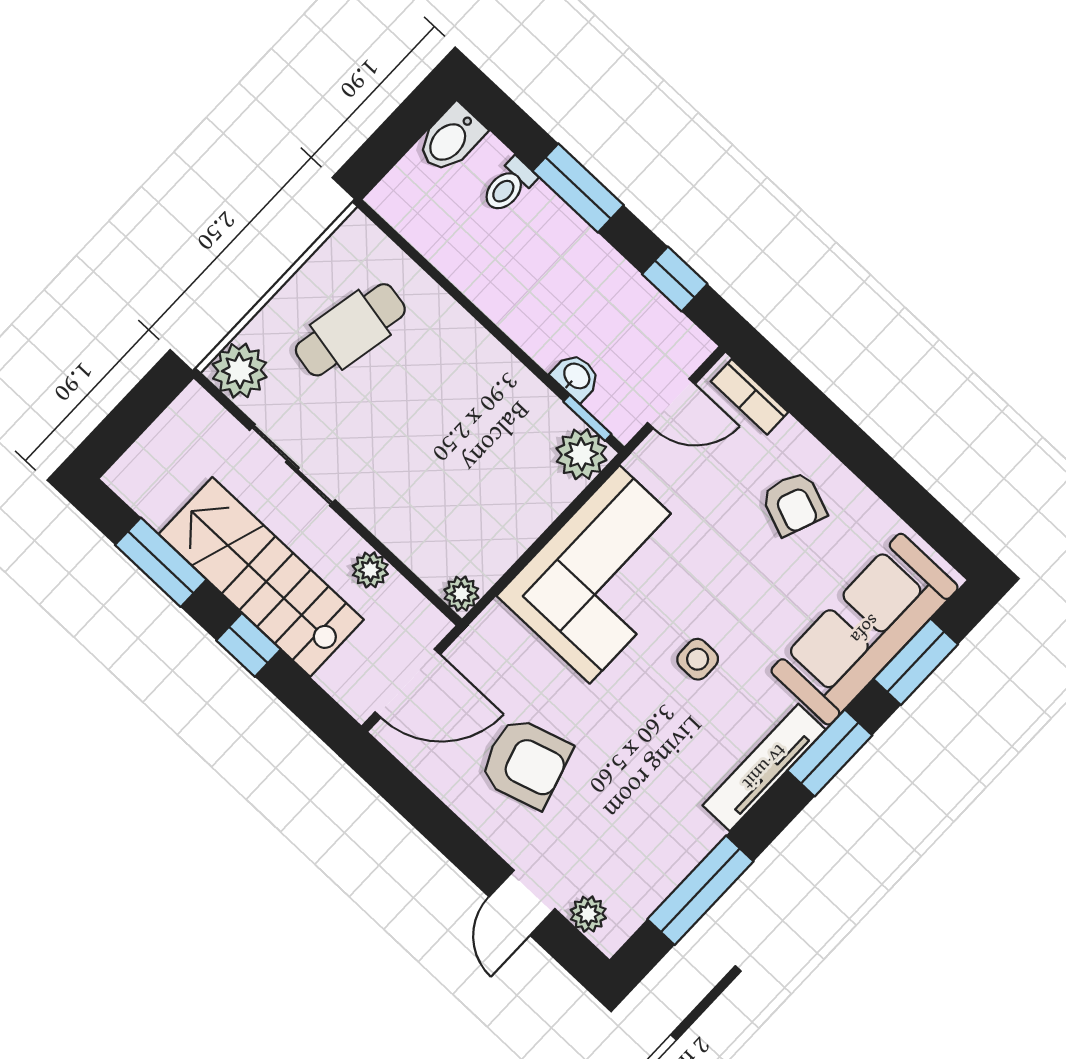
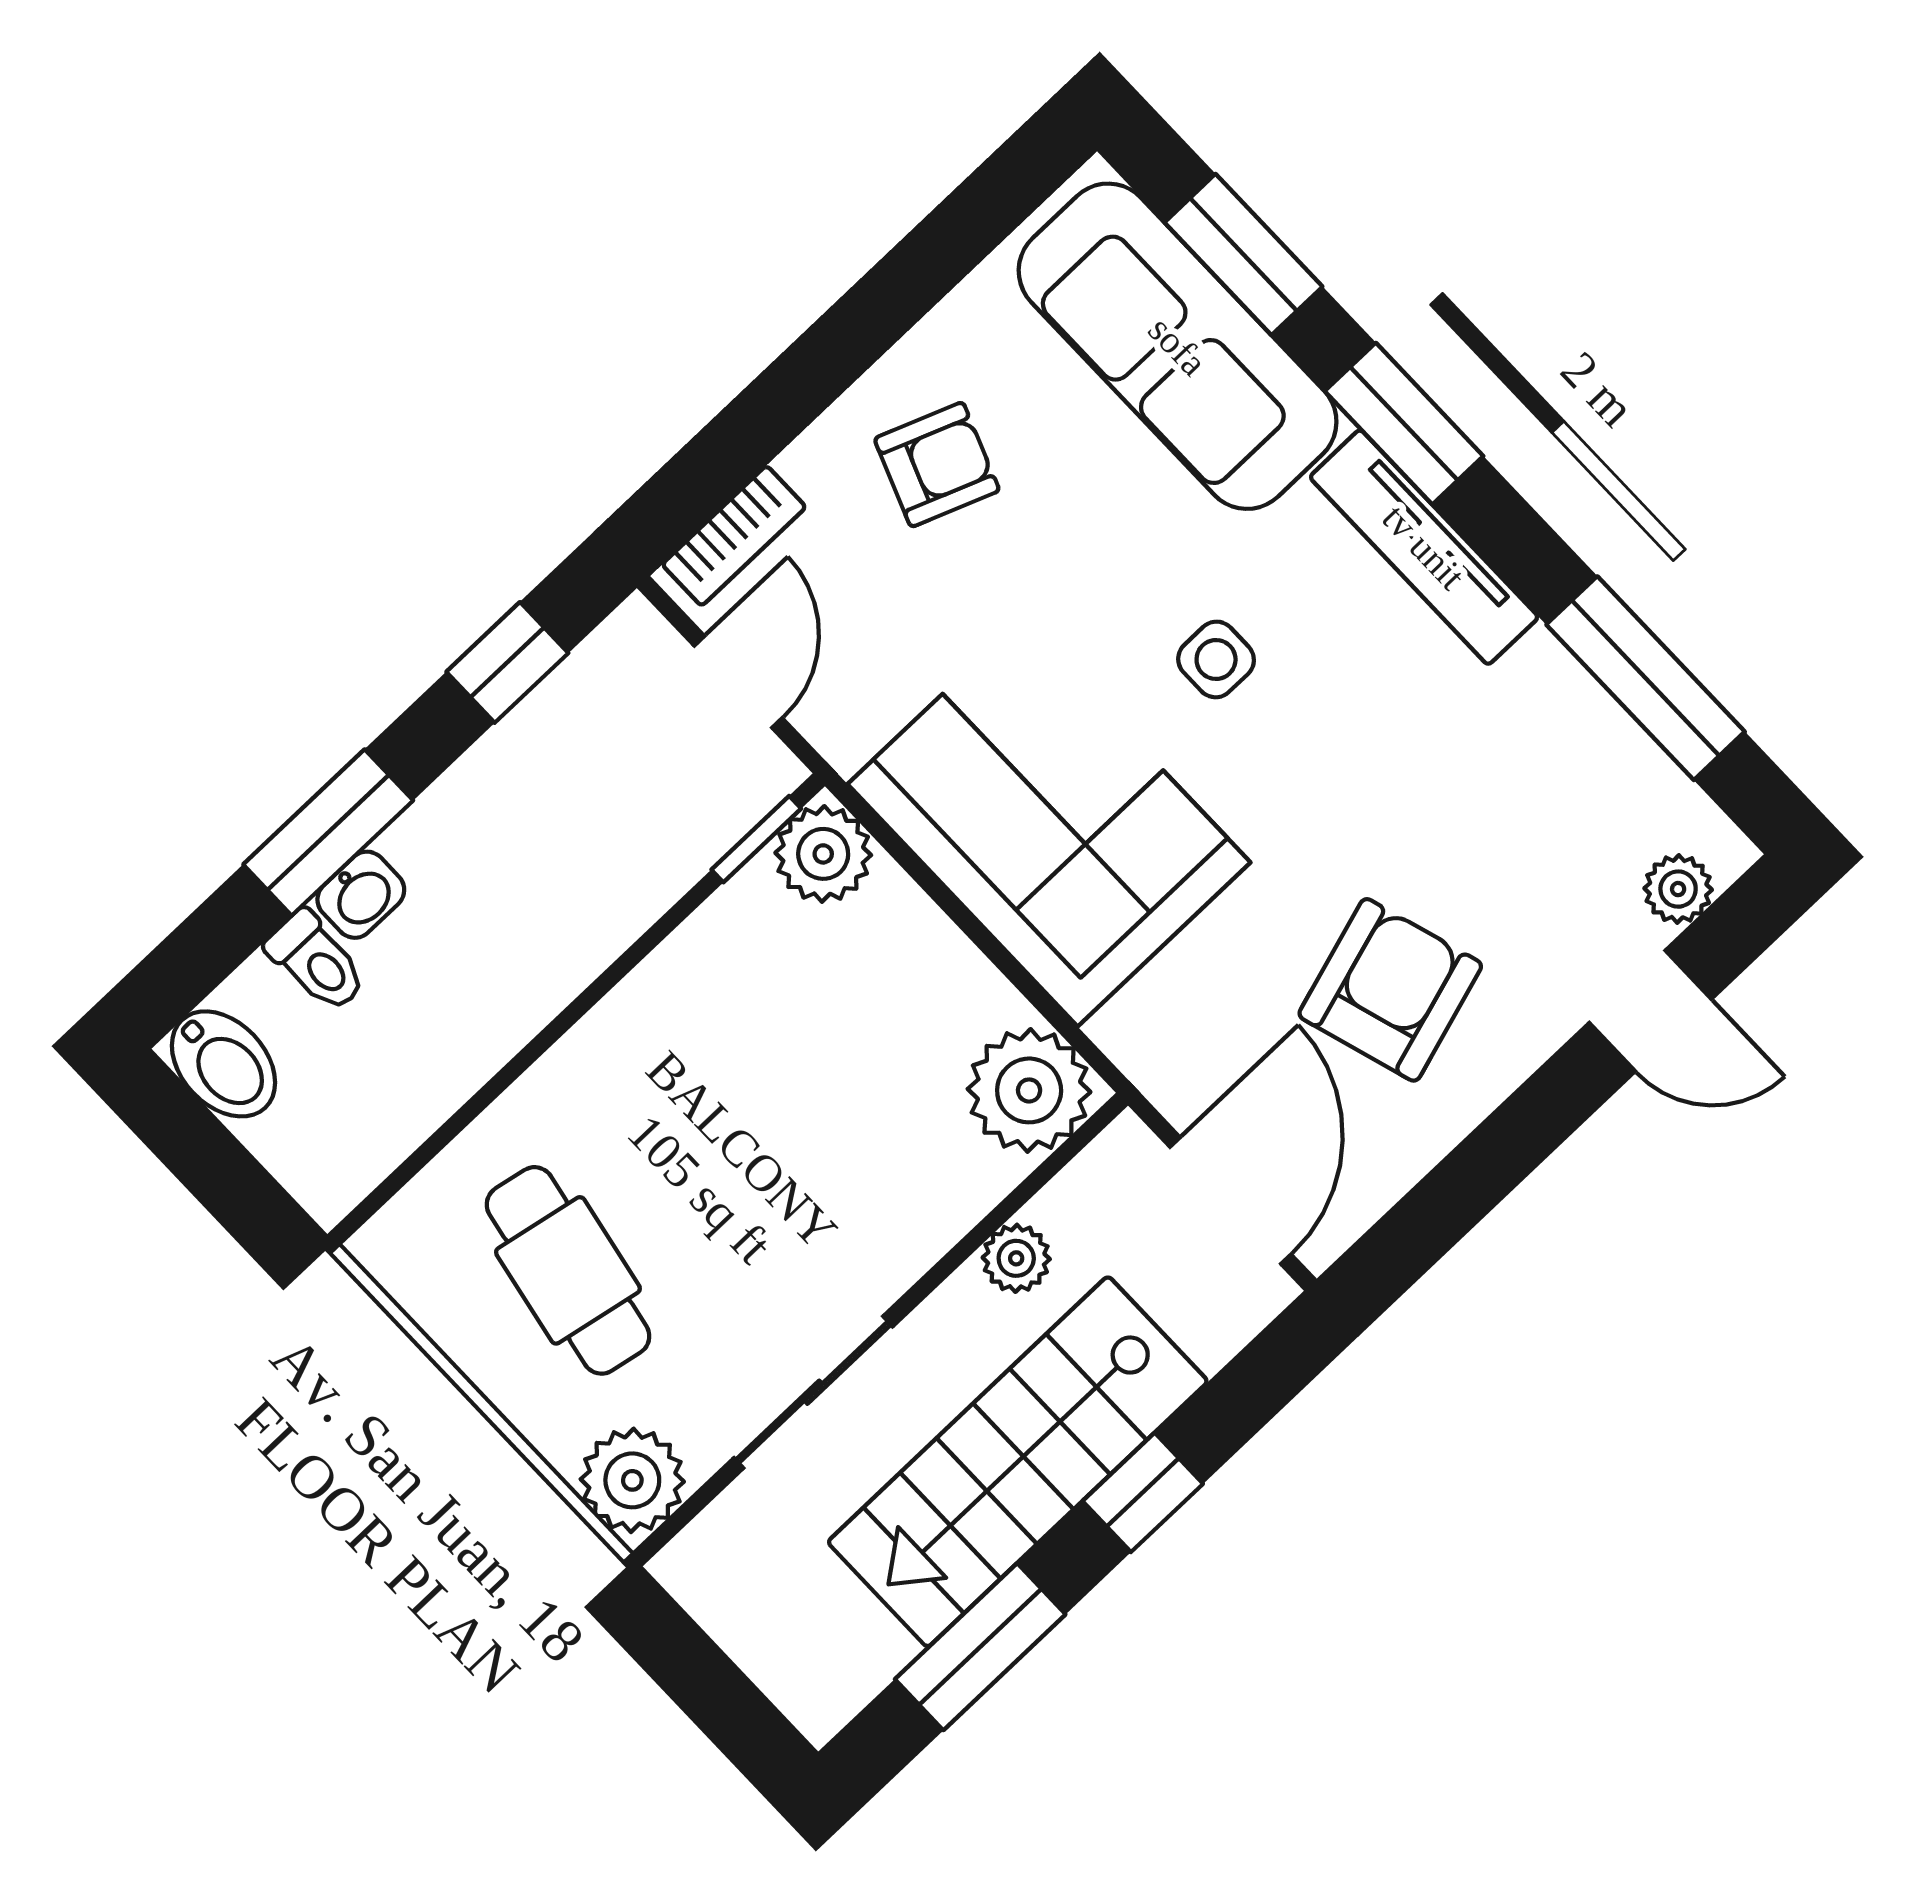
washbasin: (576, 377) -> (361, 895), moved, turned 180
plant: (461, 594) -> (1029, 1090), width x1.87, depth x1.87

